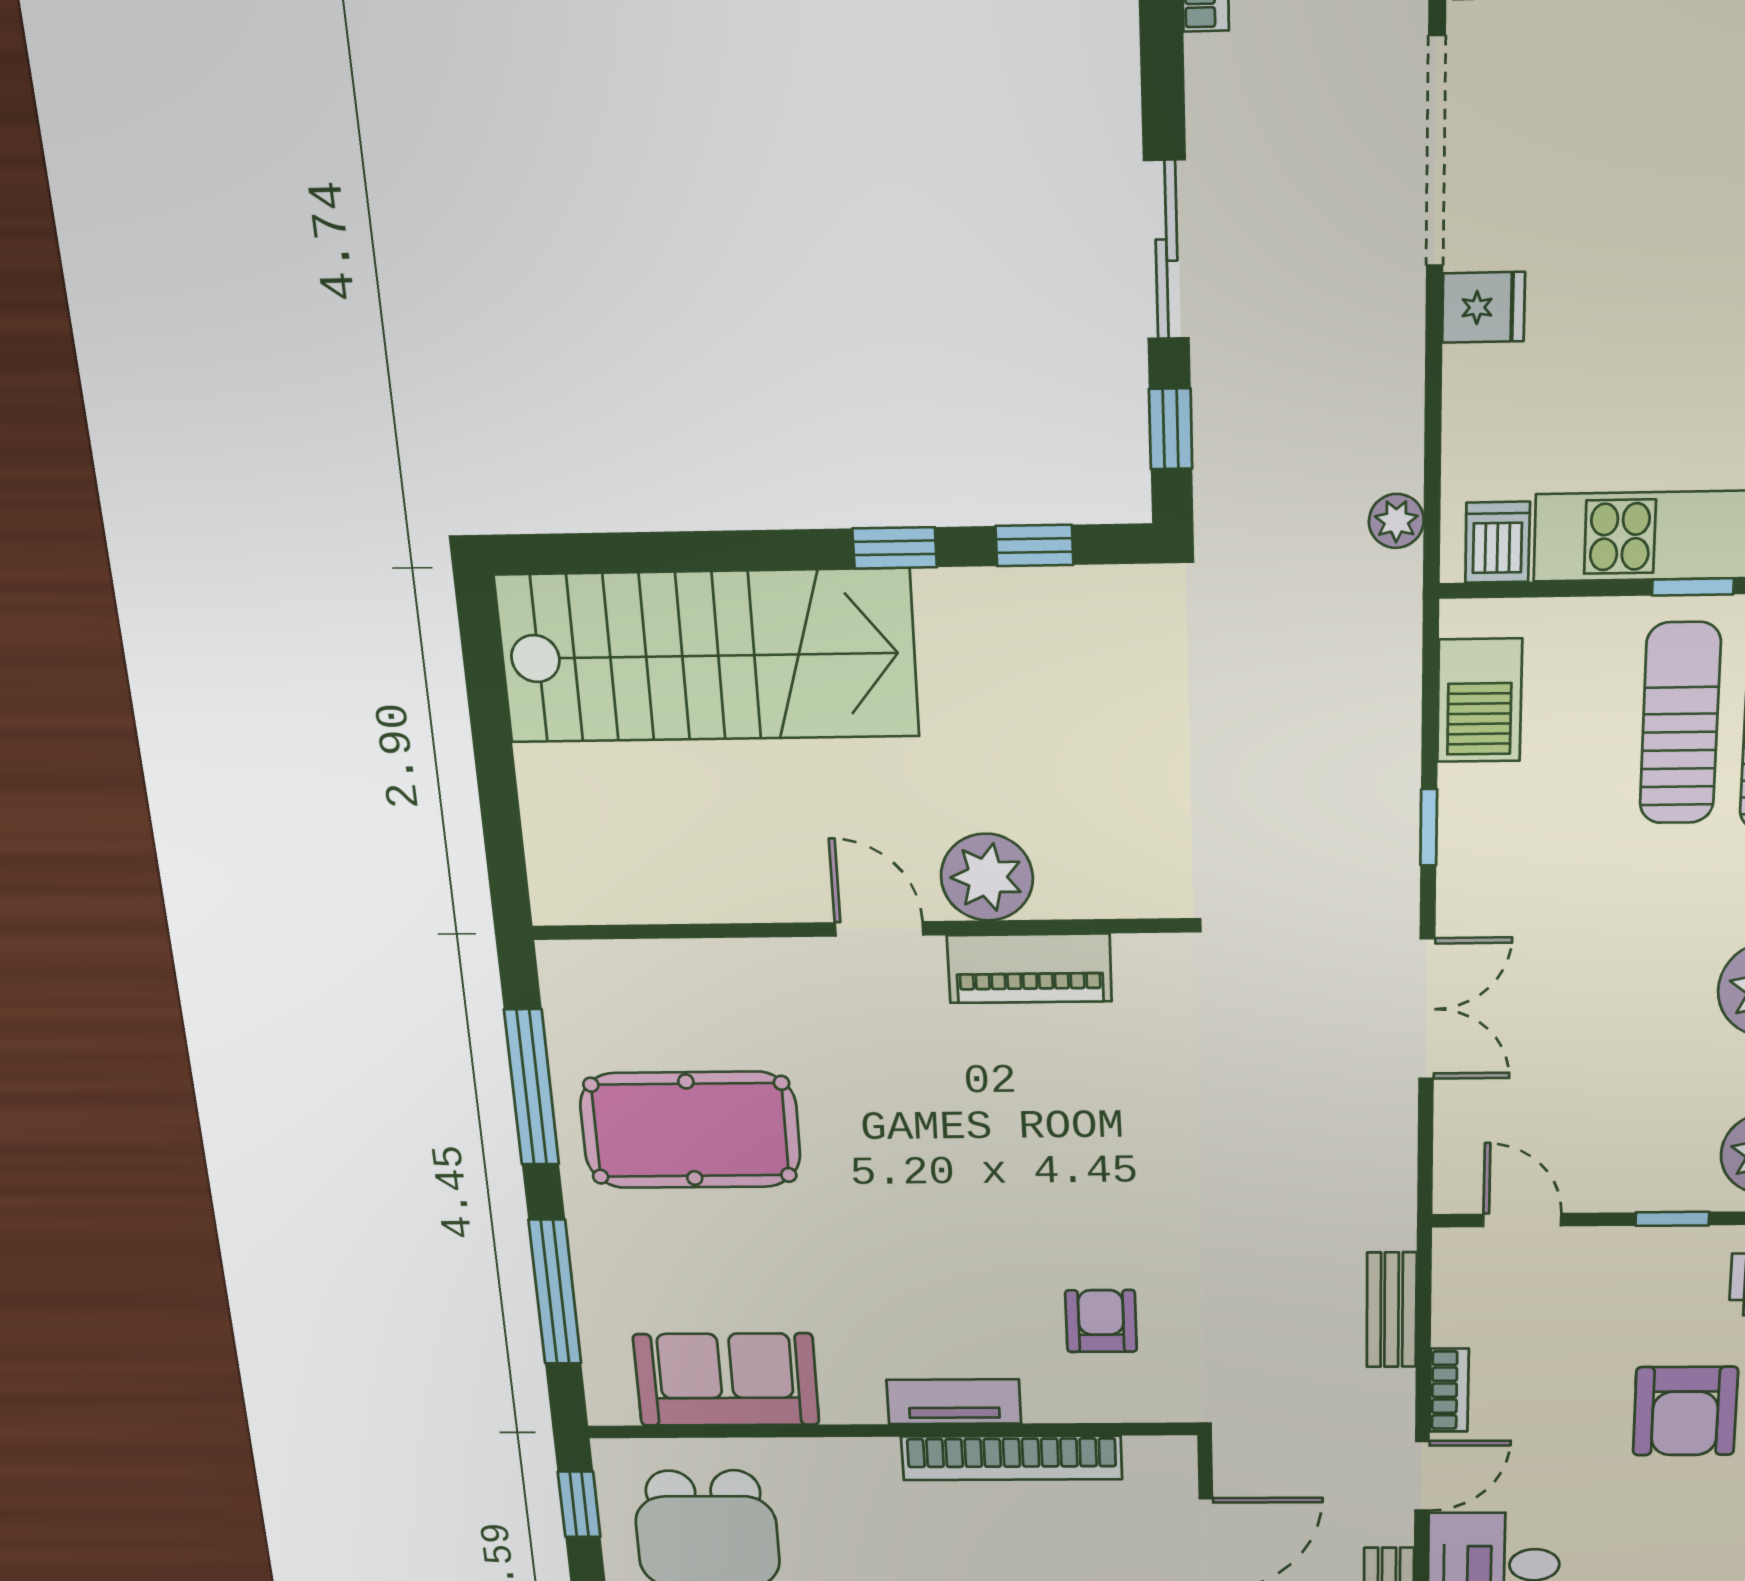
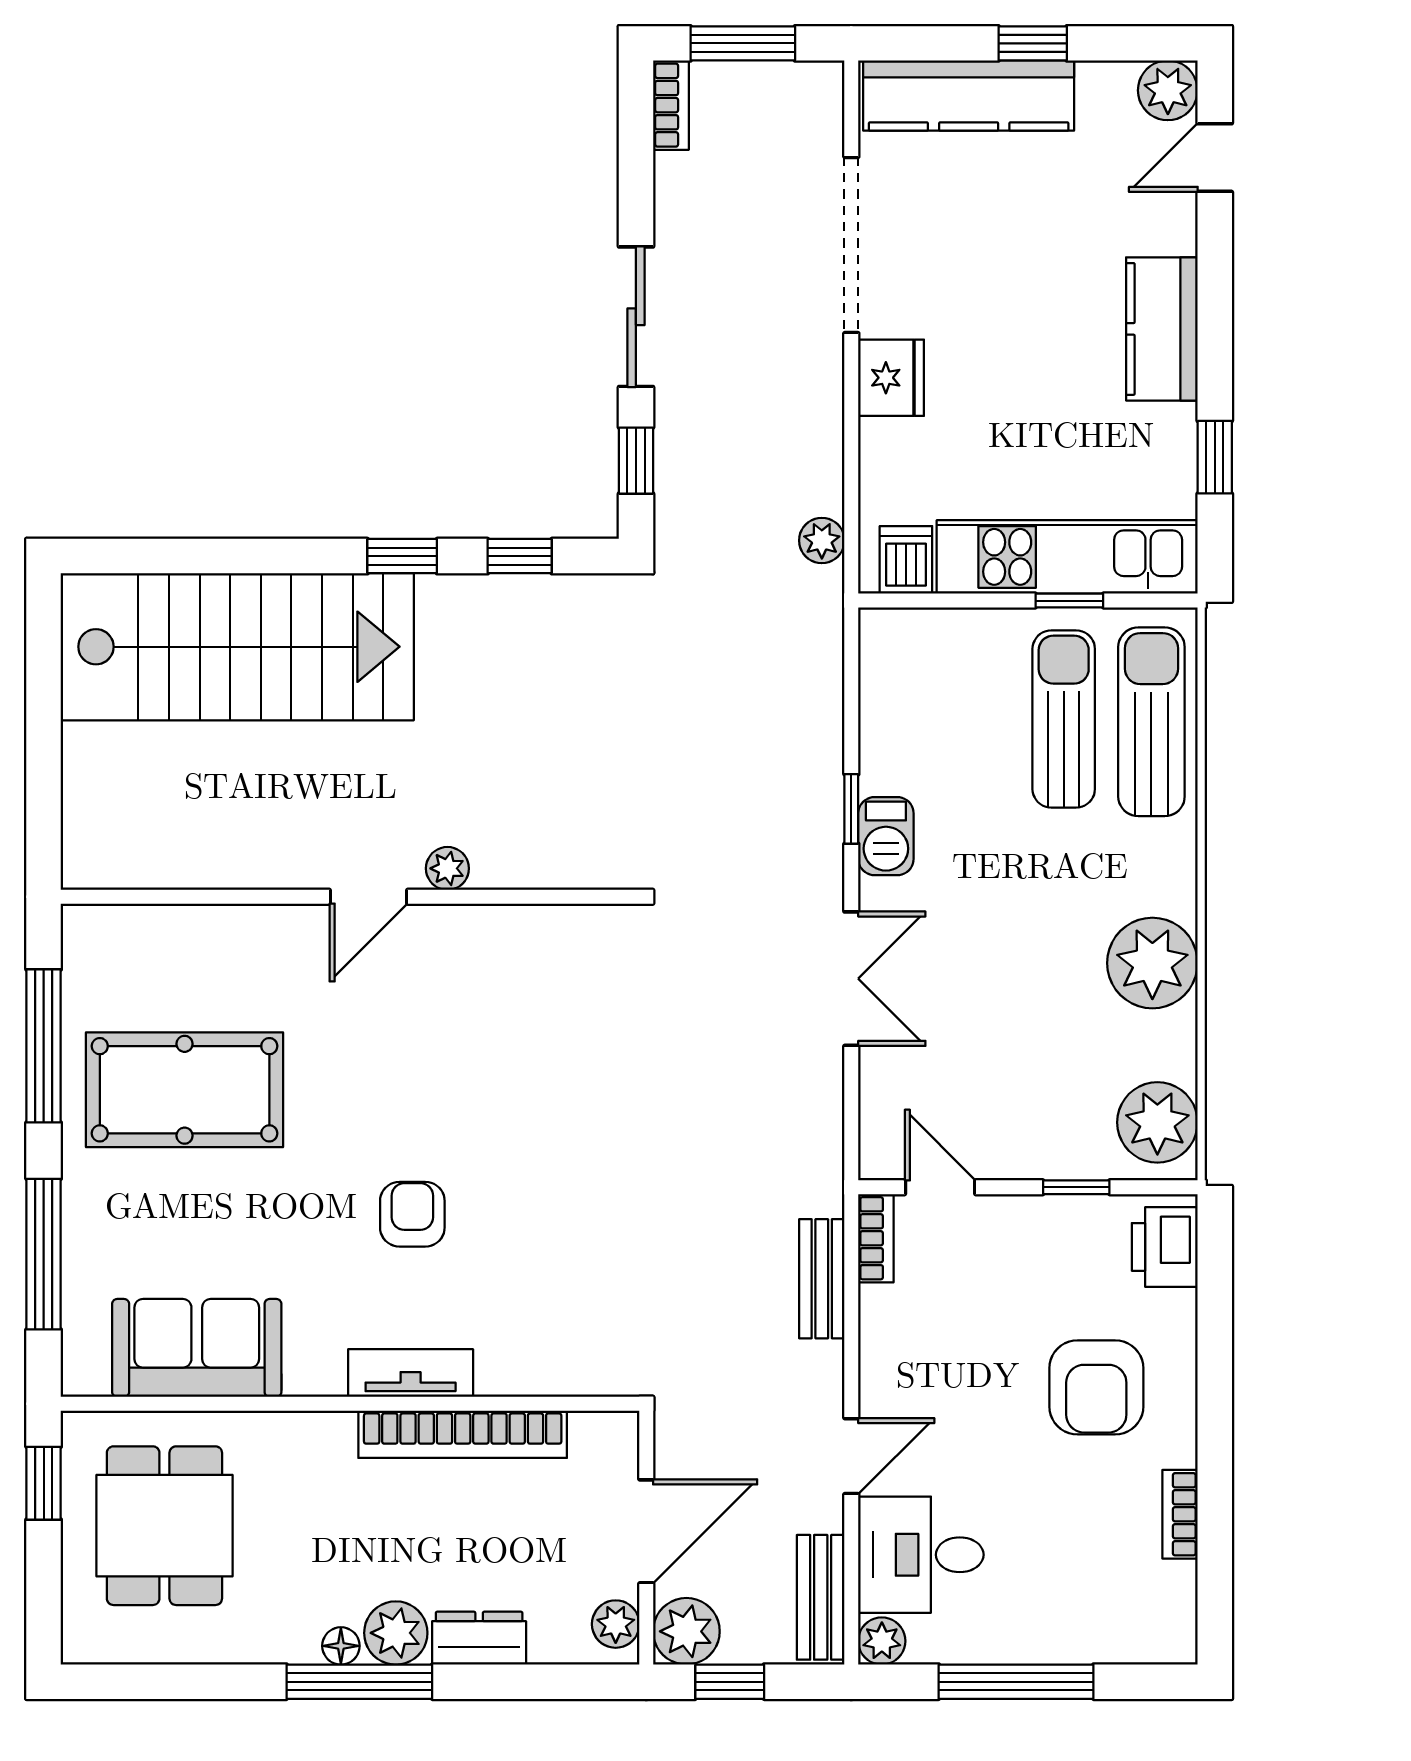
fridge: (1483, 307) -> (891, 378), width x1.38
barbecue: (1480, 700) -> (886, 836), moved, width x0.73, depth x0.79
plant: (987, 877) -> (447, 868), width x0.53, depth x0.53
door: (879, 929) -> (369, 897), swing flipped
piano: (1030, 968) -> (500, 936), removed
armchair: (1101, 1321) -> (412, 1214), moved
bookcase: (1449, 1390) -> (876, 1238), moved

